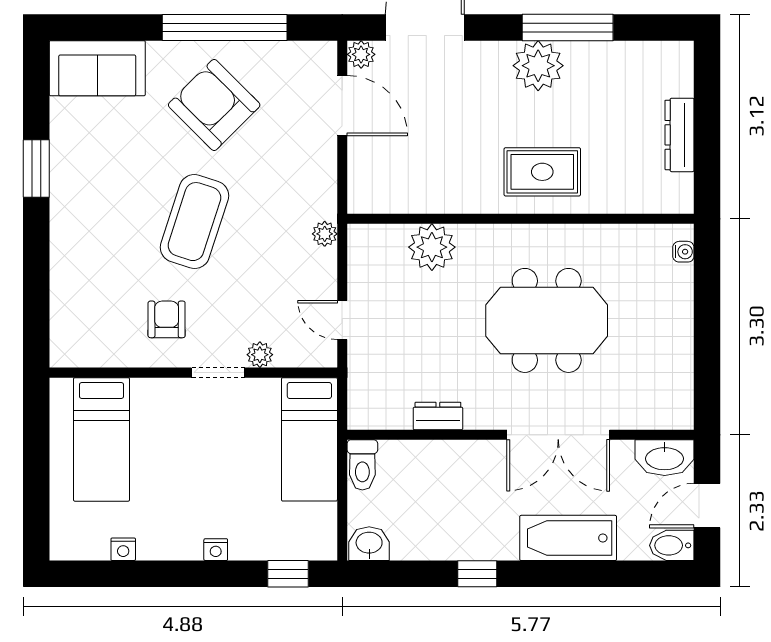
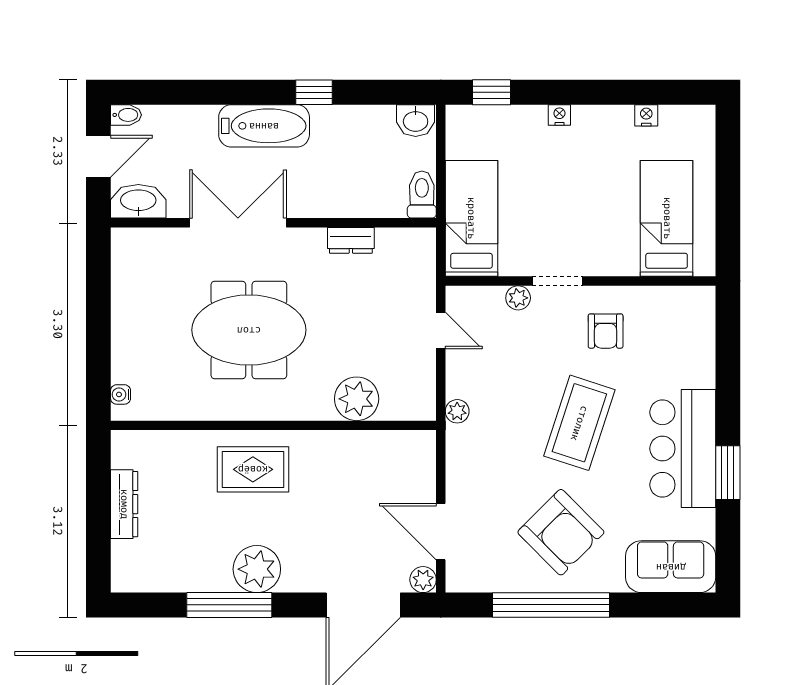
bar counter: (84, 194) -> (683, 449), added
bathtub: (568, 538) -> (264, 126), moved
bidet: (672, 545) -> (126, 115), width x0.72, depth x0.74

